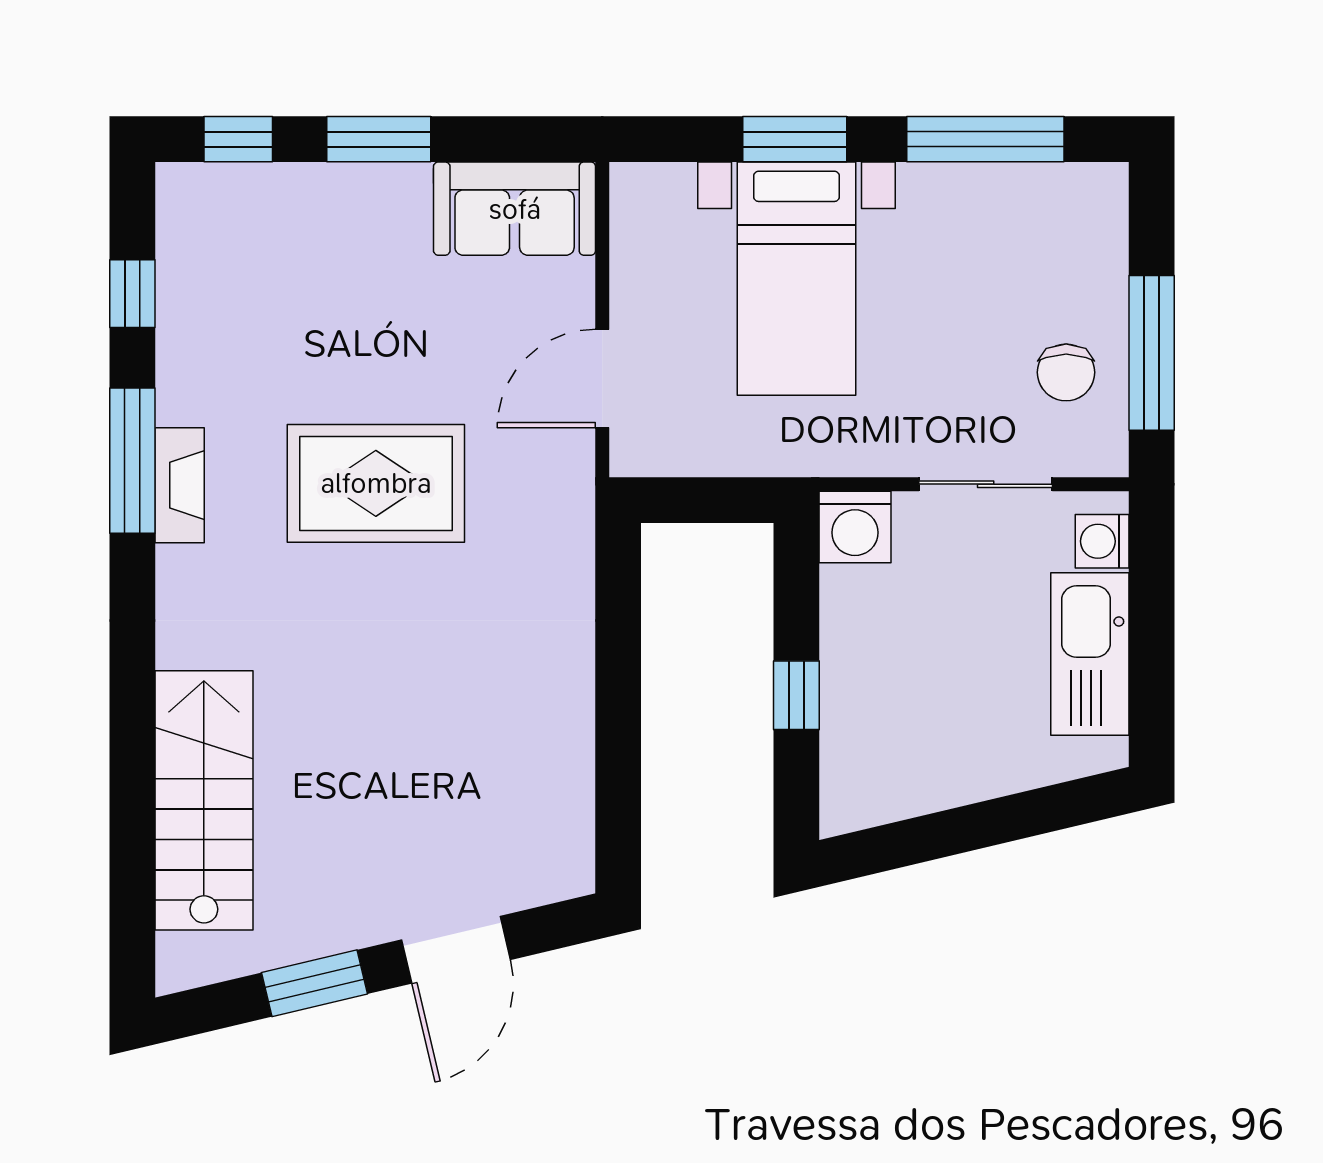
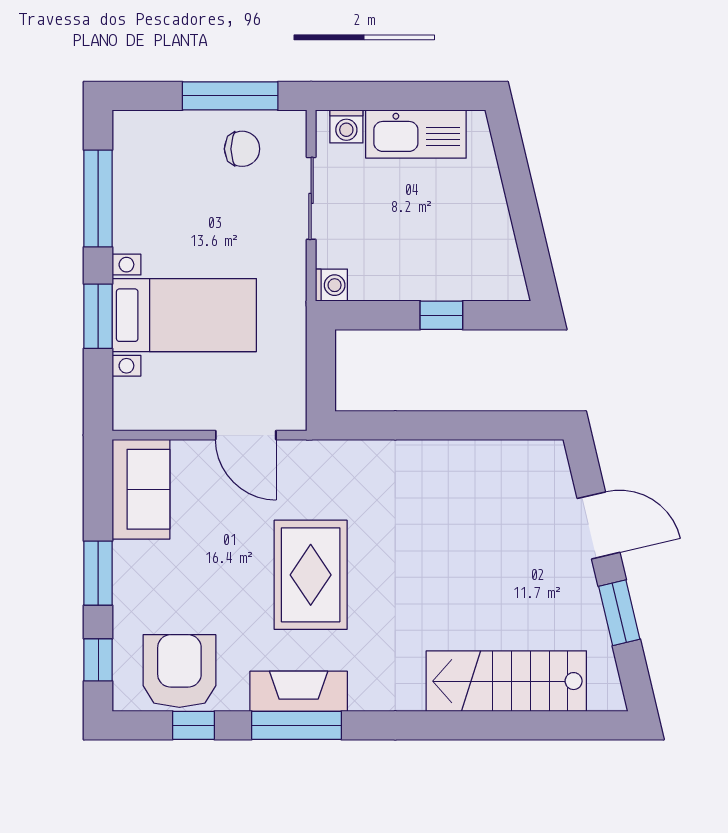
armchair: (220, 271) -> (179, 671), added
fireplace: (180, 485) -> (299, 691), width x1.37, depth x1.32
washing machine: (855, 527) -> (331, 285), width x0.73, depth x0.73

